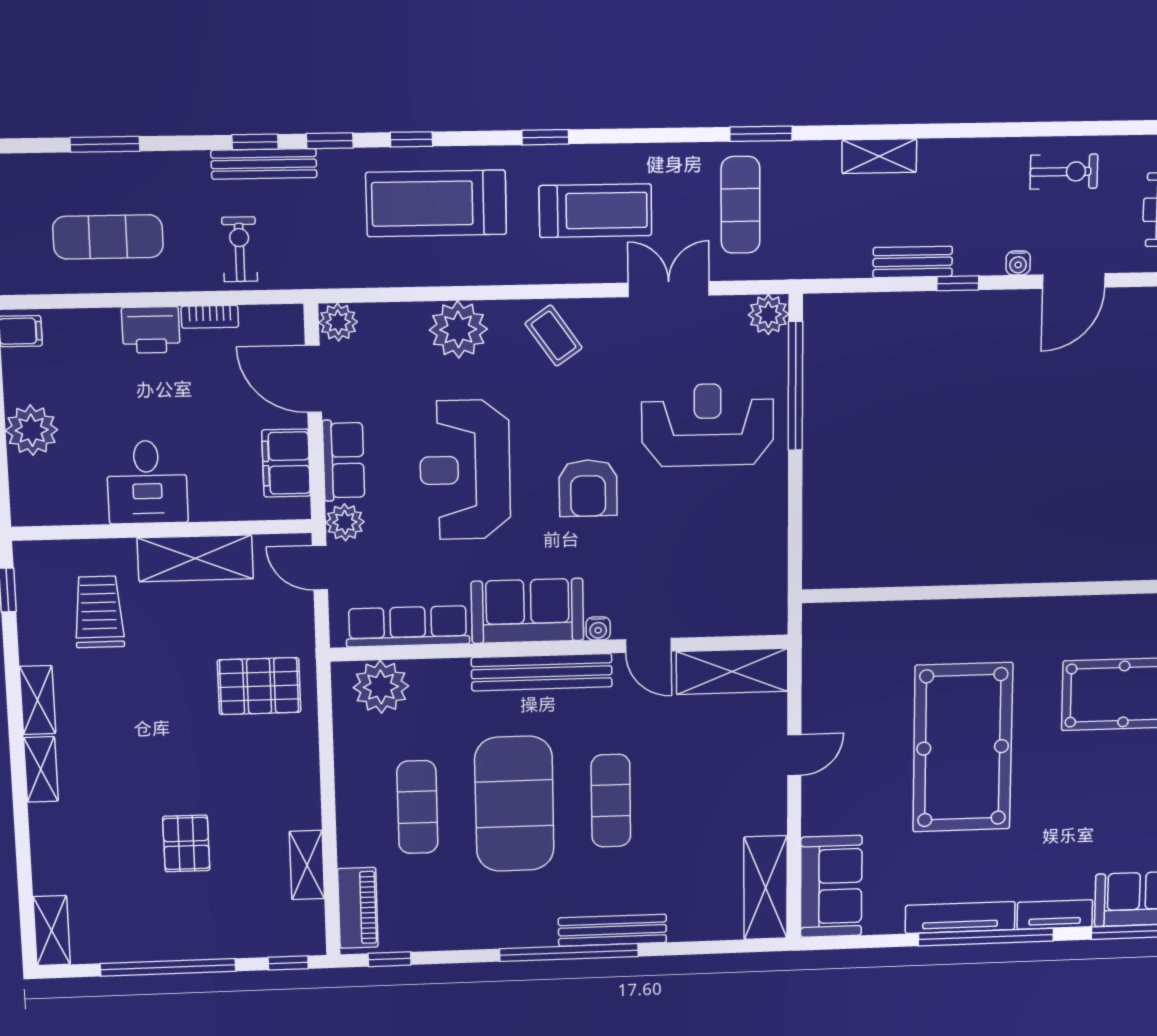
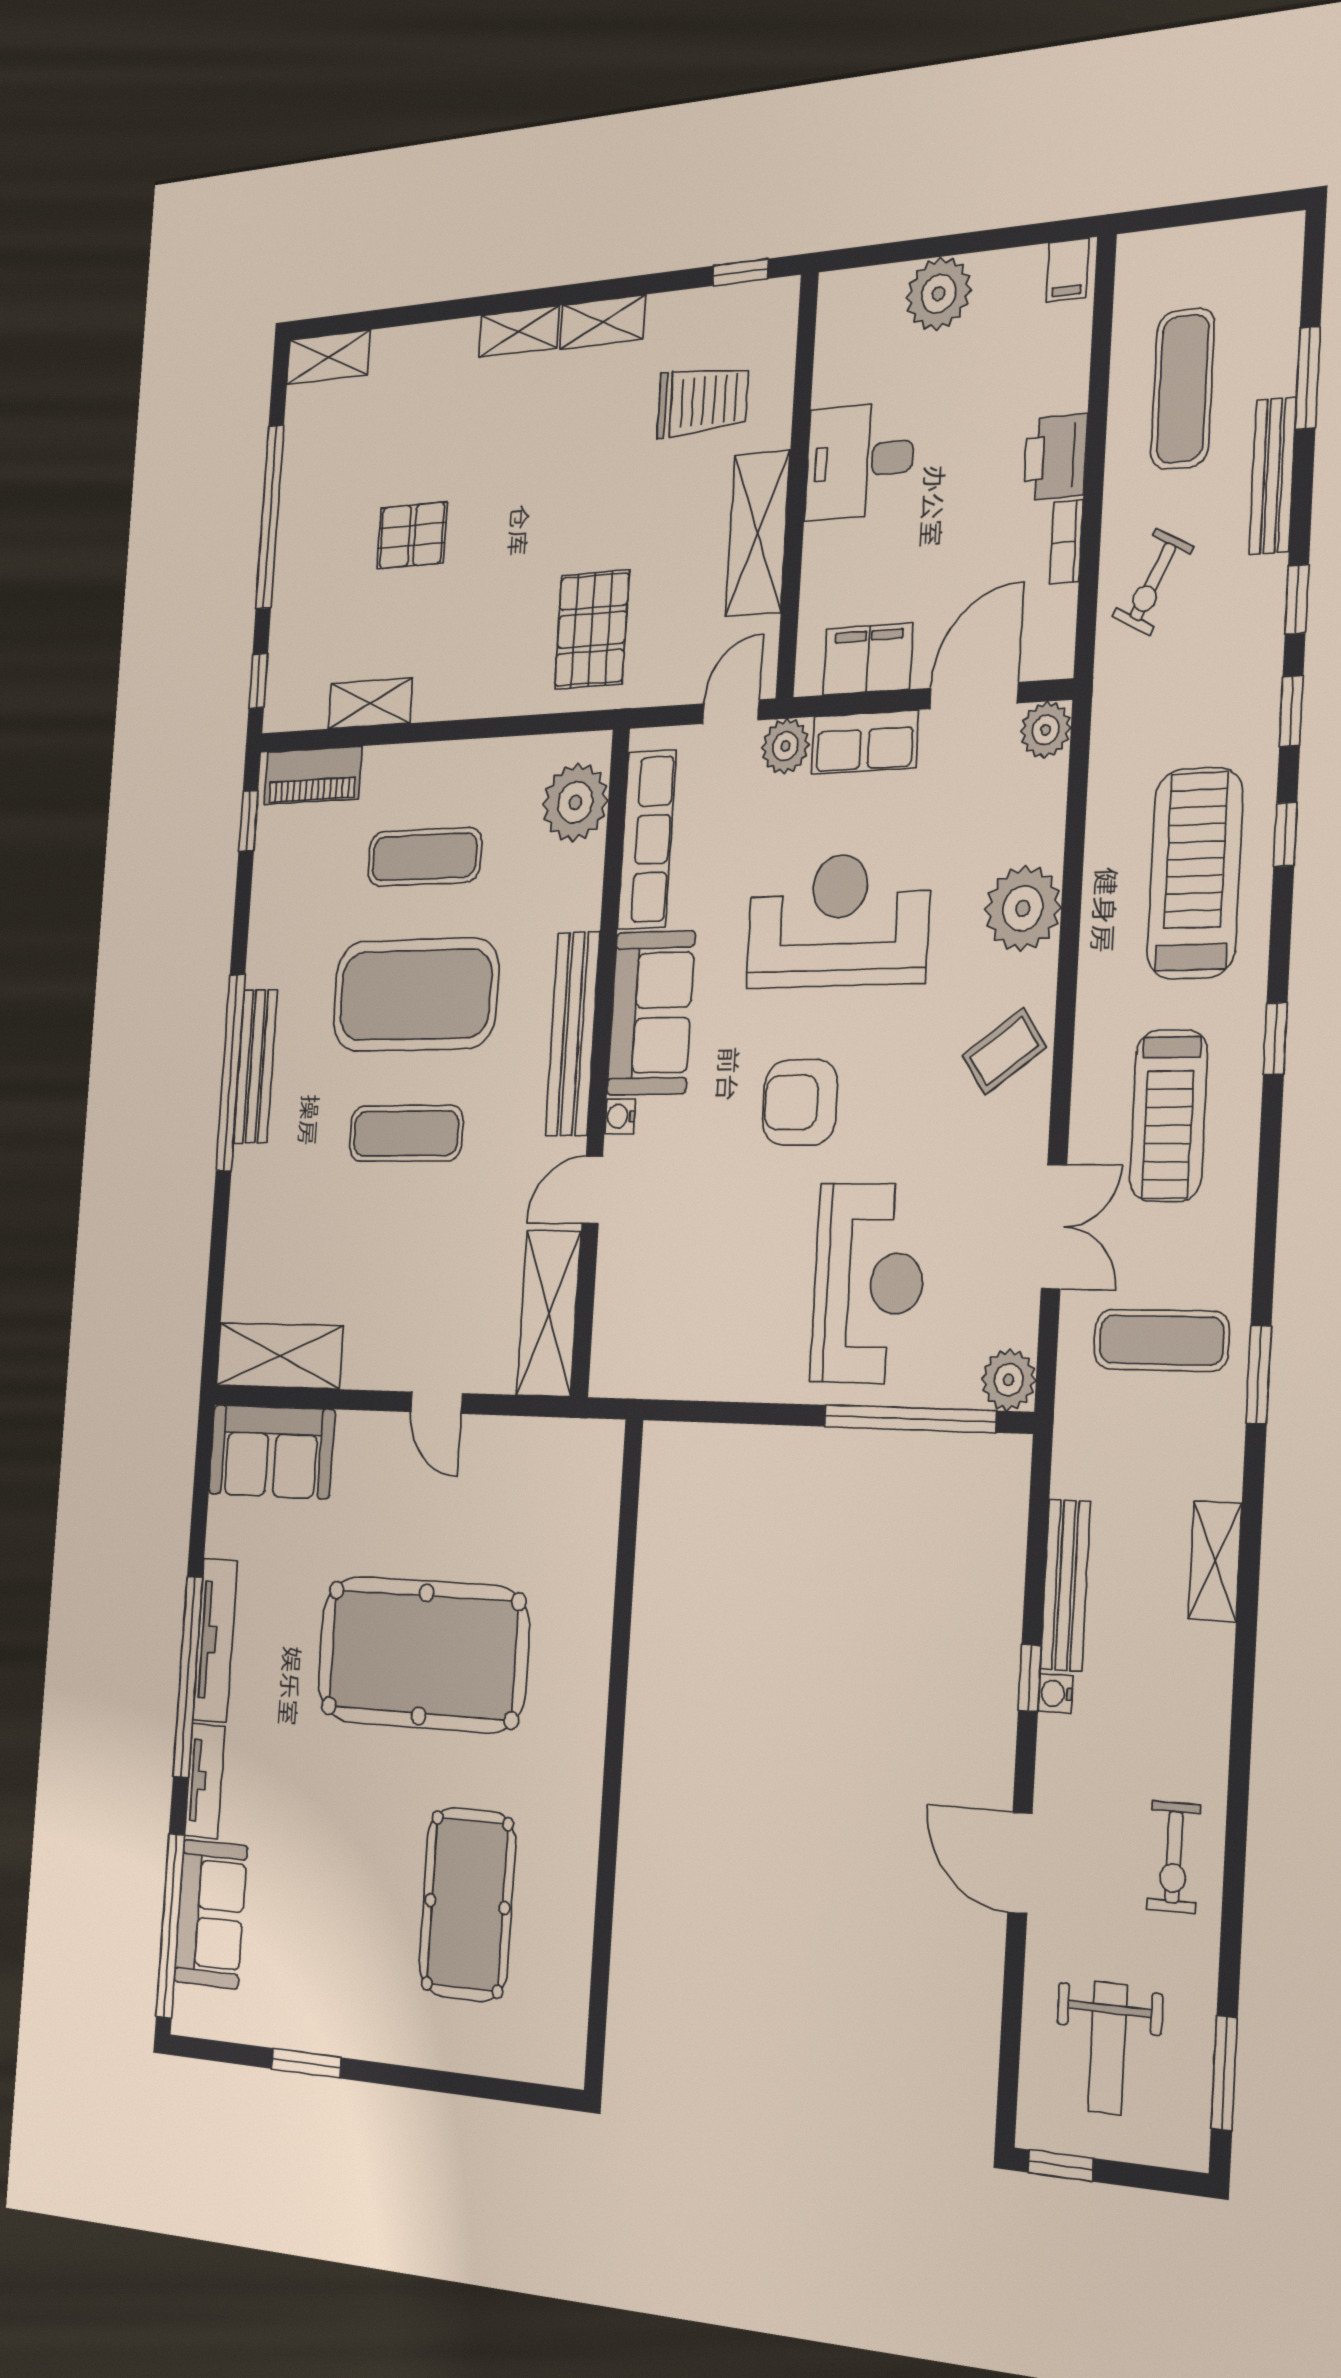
bench: (264, 164) -> (1273, 476), moved
exercise bike: (240, 249) -> (1153, 582), turned 117
bench: (913, 262) -> (1065, 1585), width x1.36
water cooler: (1018, 263) -> (1055, 1693), moved
bench: (612, 930) -> (255, 1066), moved

